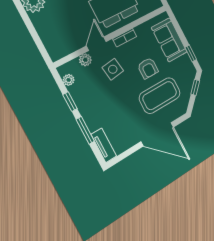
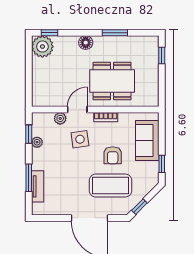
plant: (69, 80) -> (37, 142), moved
window: (195, 87) -> (139, 207), moved
window: (70, 102) -> (29, 134), moved
tv unit: (104, 145) -> (38, 186), moved

